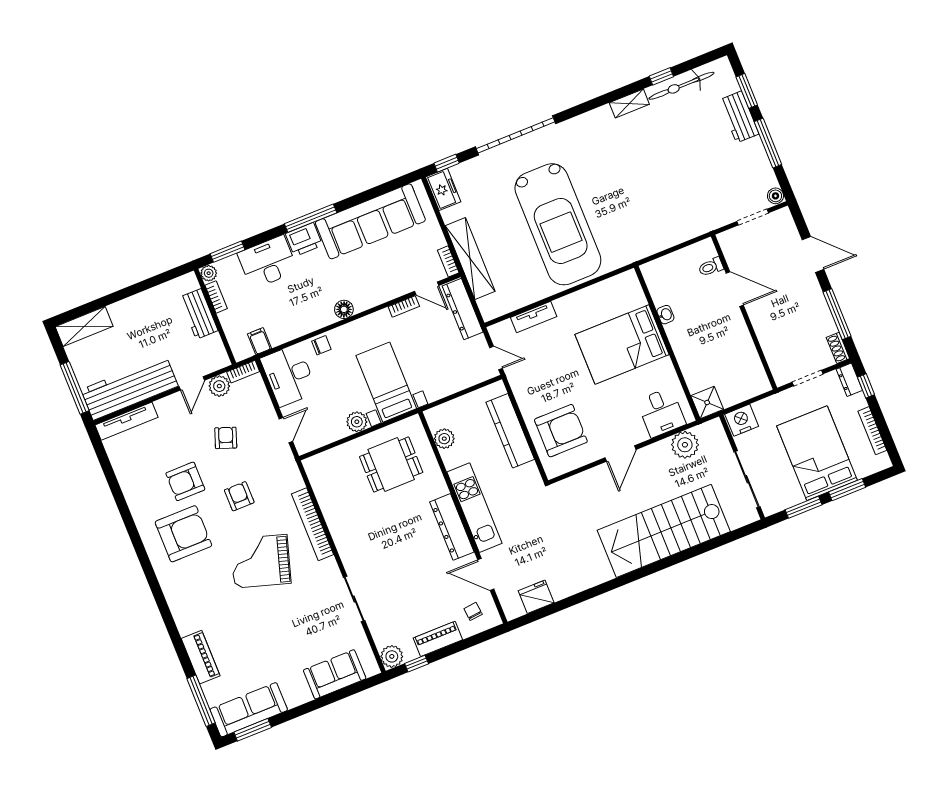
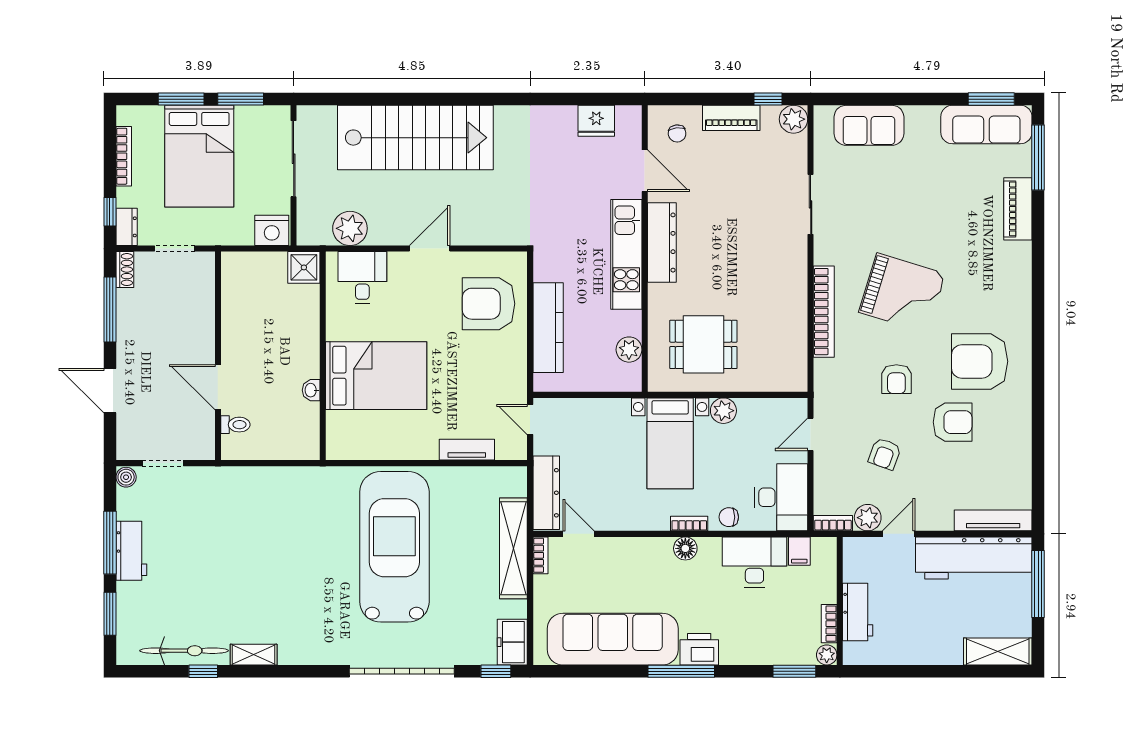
workbench: (739, 117) -> (131, 551), moved
desk: (268, 262) -> (754, 562), moved, turned 180
bookcase: (404, 306) -> (689, 524), moved

